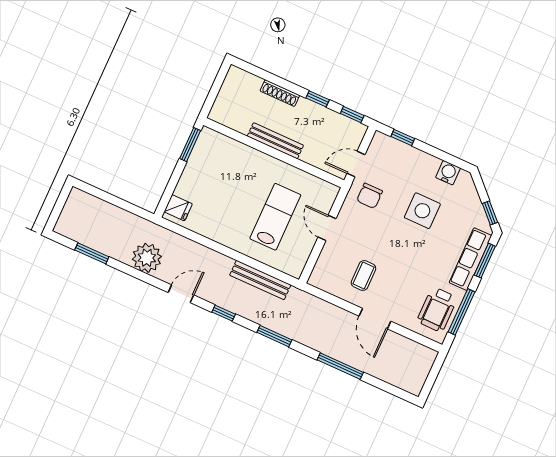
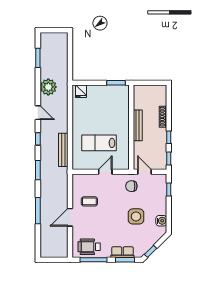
lab bench: (275, 217) -> (99, 143), turned 180
row of seats: (470, 259) -> (122, 252), width x0.68

